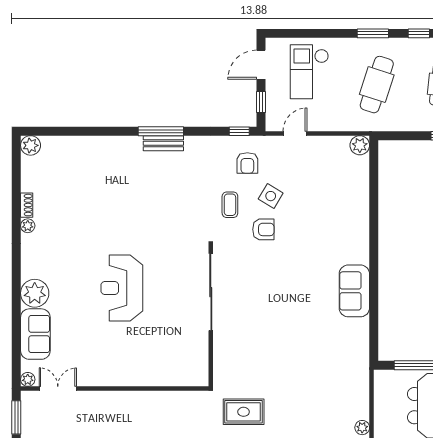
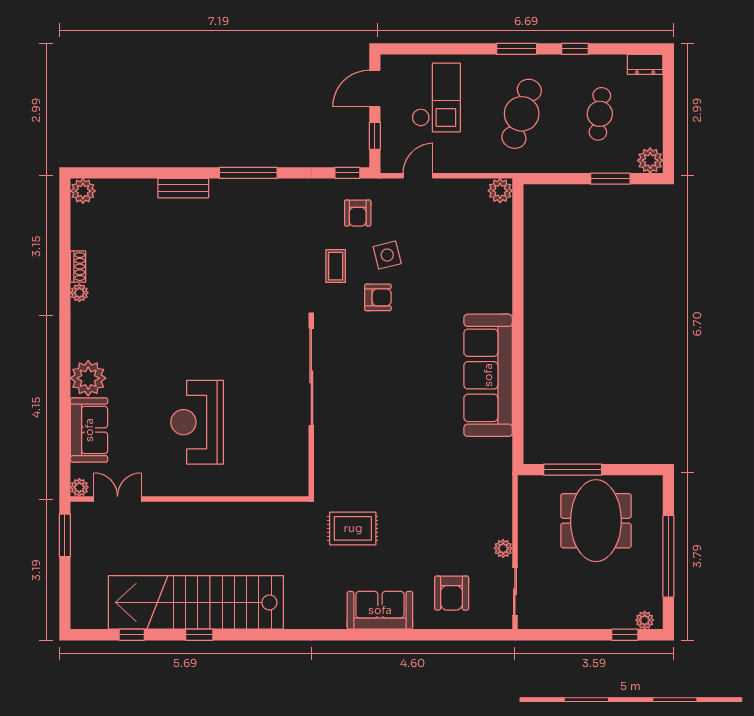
checkout: (309, 72) -> (436, 98), turned 180
bench: (163, 143) -> (183, 188), moved
side table: (271, 196) -> (387, 255), turned 45
reception desk: (122, 288) -> (197, 422), moved
sofa: (354, 291) -> (488, 375), width x1.85, depth x1.27

